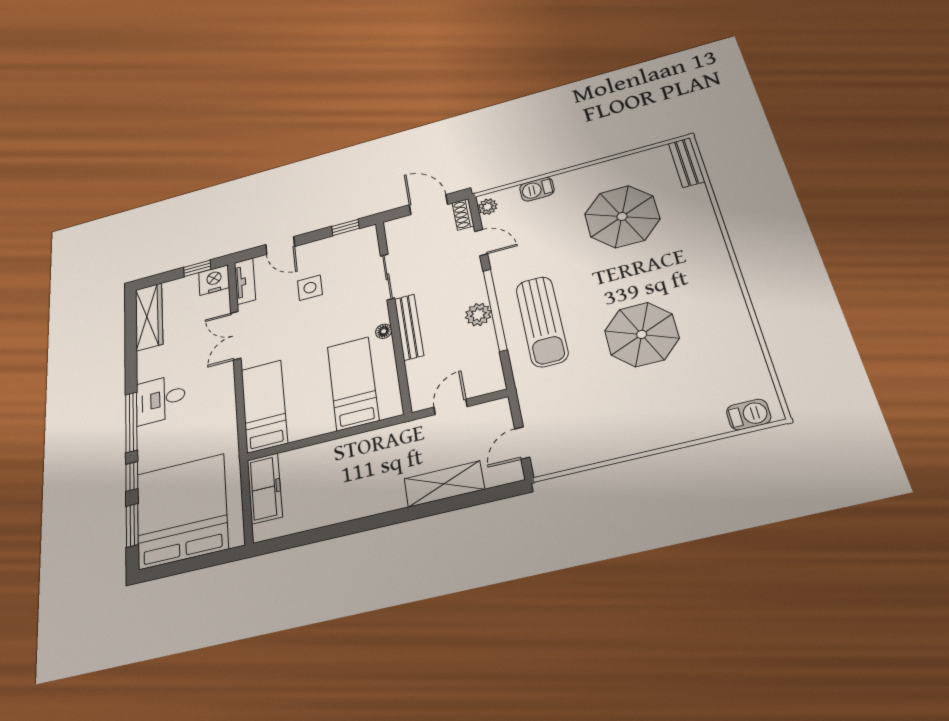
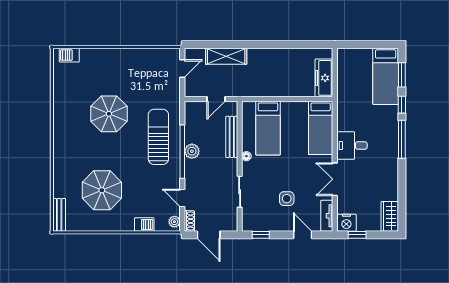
wardrobe: (149, 317) -> (390, 216), width x0.67
bench: (409, 327) -> (232, 137), moved
double door: (236, 335) -> (335, 179), swing flipped
desk: (161, 399) -> (352, 146), moved, turned 180
bed: (182, 511) -> (386, 76), width x0.49

